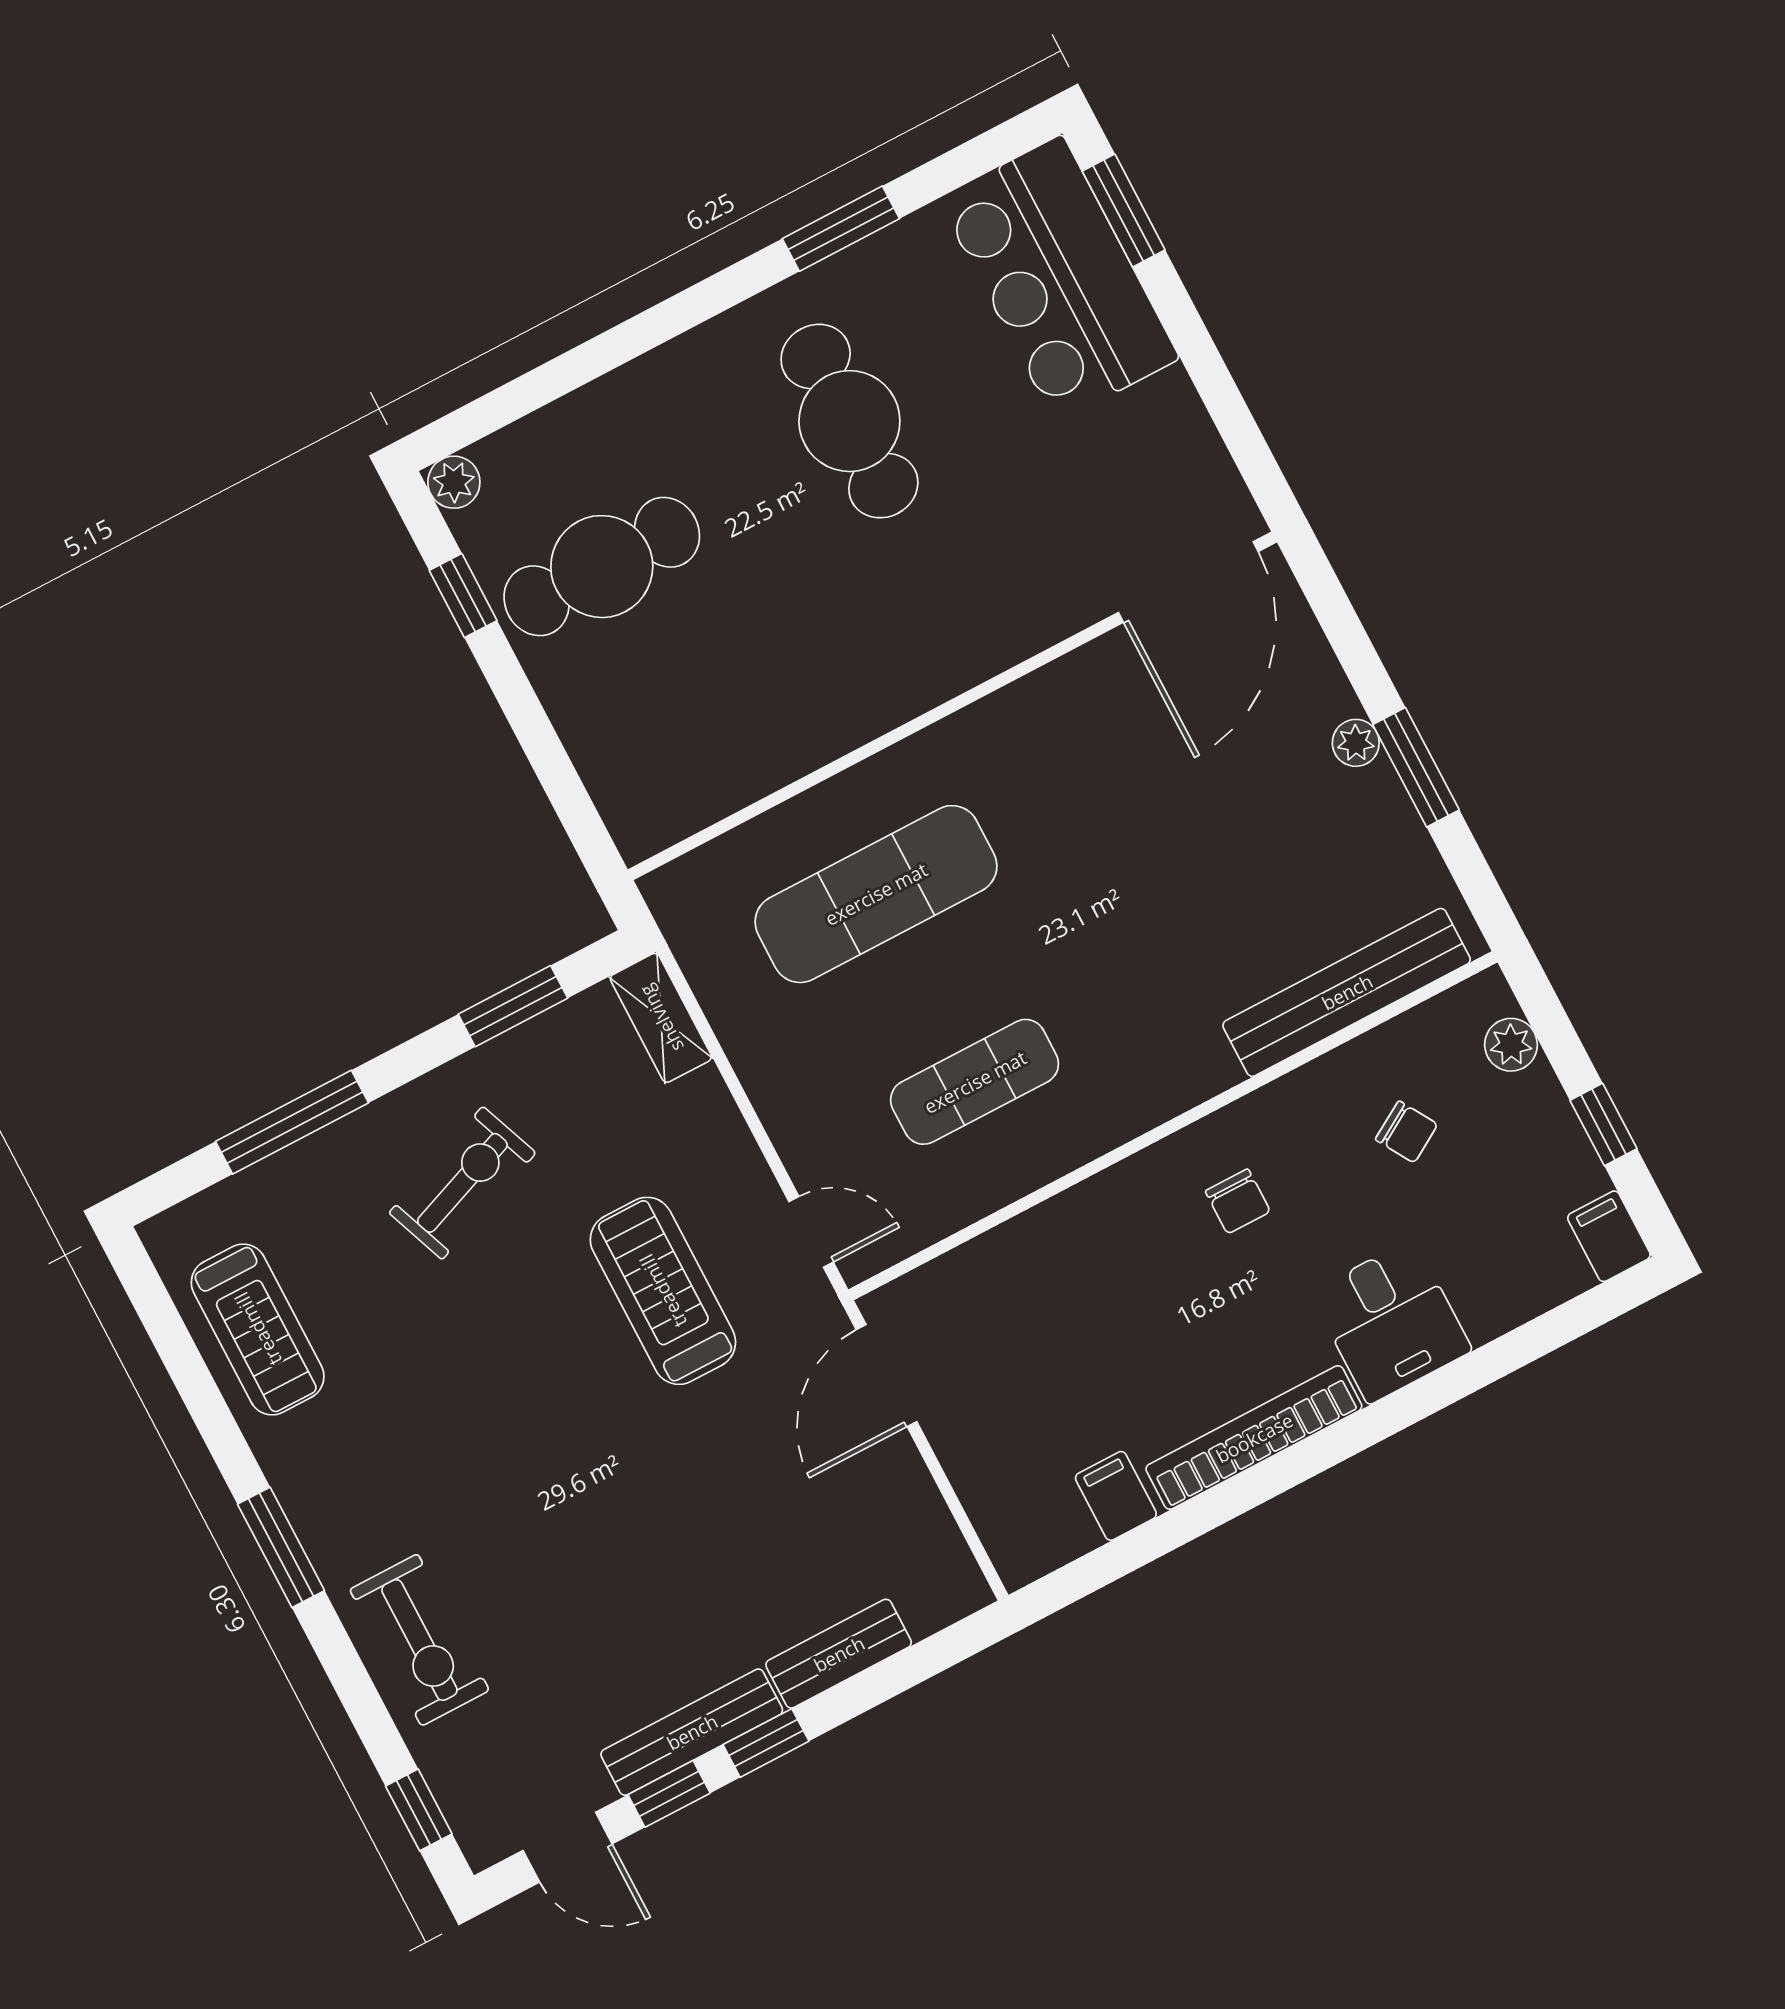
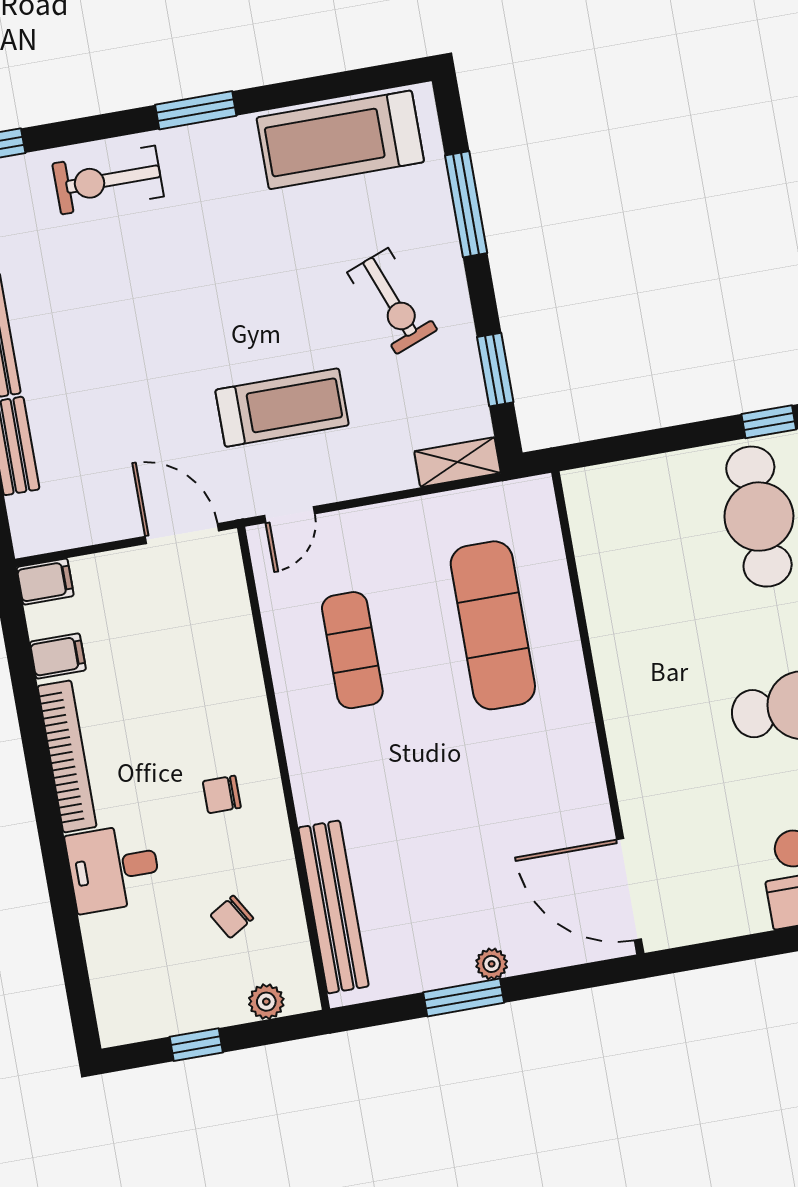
filing cabinet: (1609, 1236) -> (45, 582), moved
treadmill: (258, 1329) -> (340, 140), width x1.37, depth x1.38

